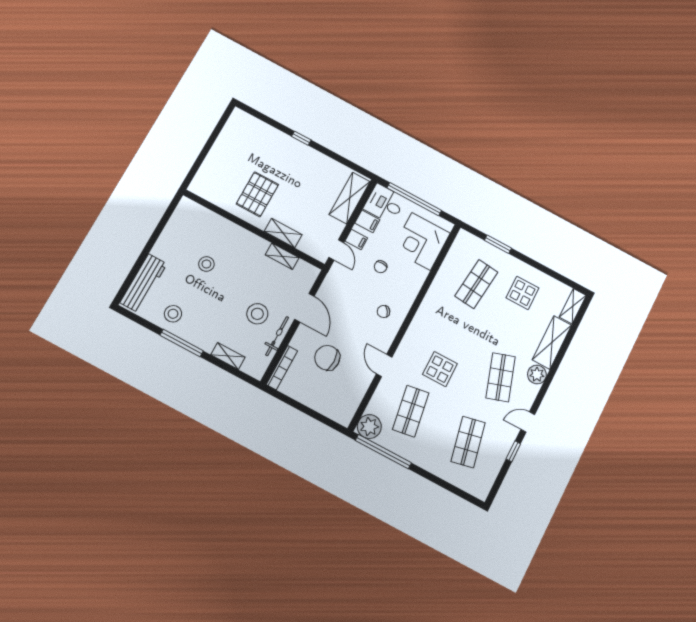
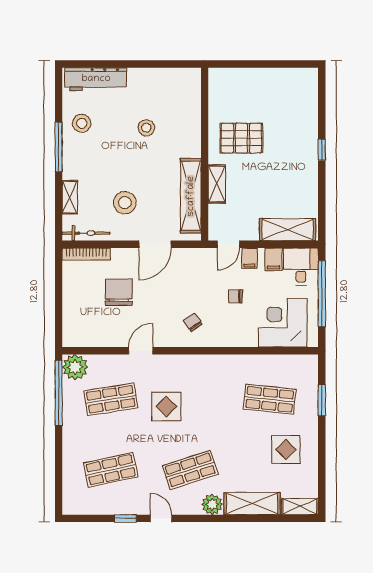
shelving: (282, 256) -> (191, 196), width x2.20, depth x1.33
bicycle: (277, 336) -> (86, 233), moved

